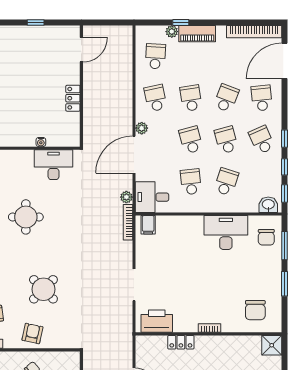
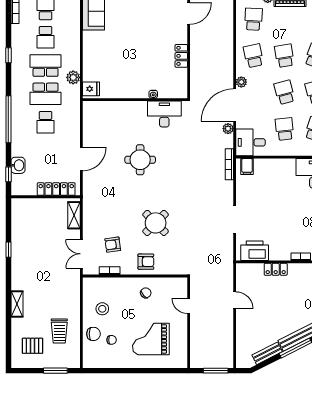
plant: (126, 197) -> (228, 129), moved
armchair: (32, 333) -> (146, 262), turned 78

